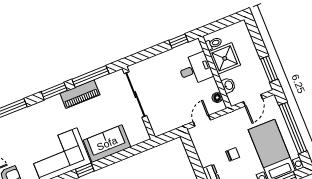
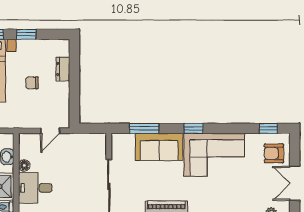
floor lamp: (217, 98) -> (24, 165), moved
window: (125, 154) -> (144, 128), added

